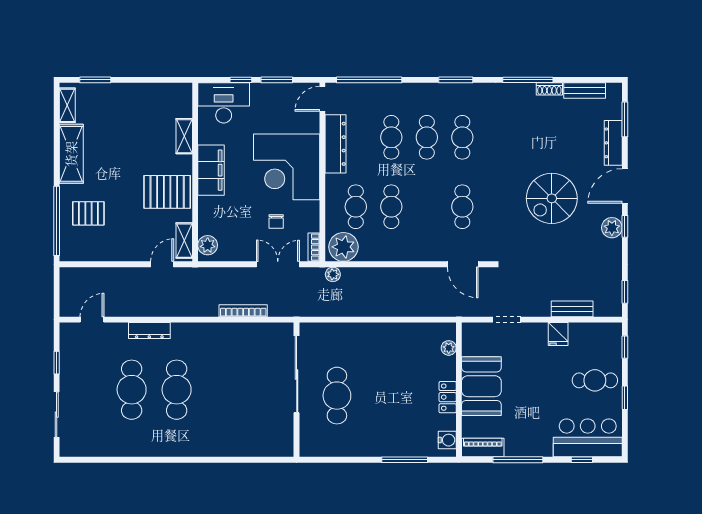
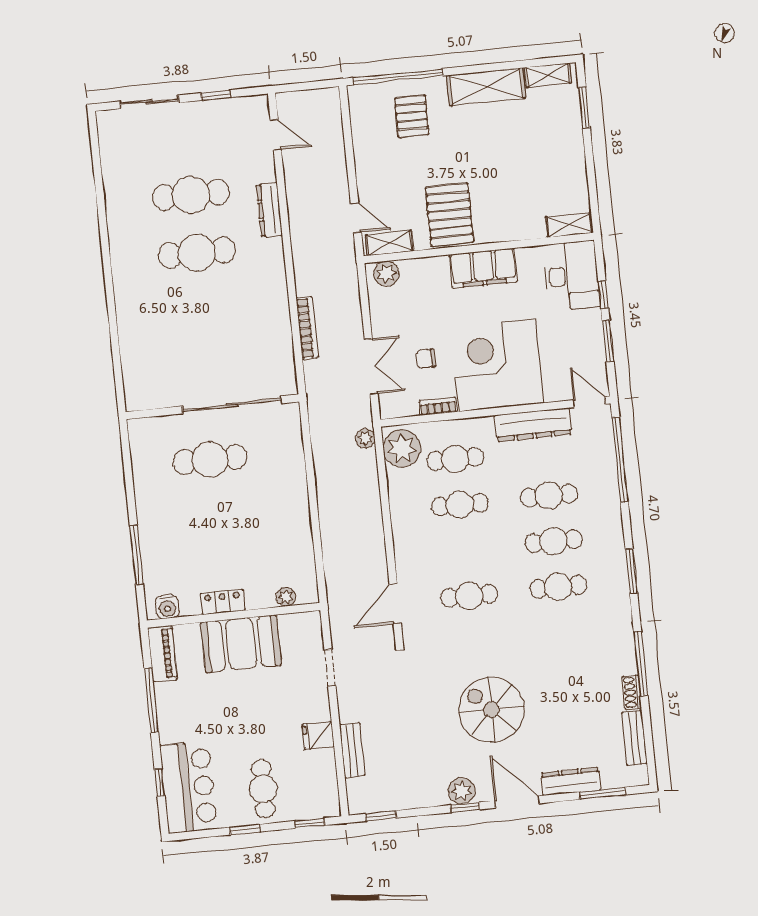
shelving: (184, 136) -> (569, 225), moved
bookcase: (314, 247) -> (438, 406), moved

